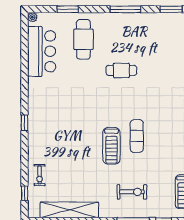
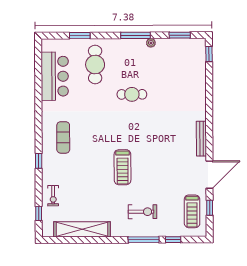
plant: (32, 17) -> (151, 43), moved
window: (25, 123) -> (39, 161), moved
exercise mat: (137, 136) -> (63, 137), moved

